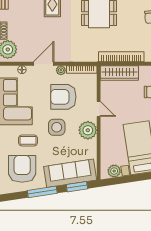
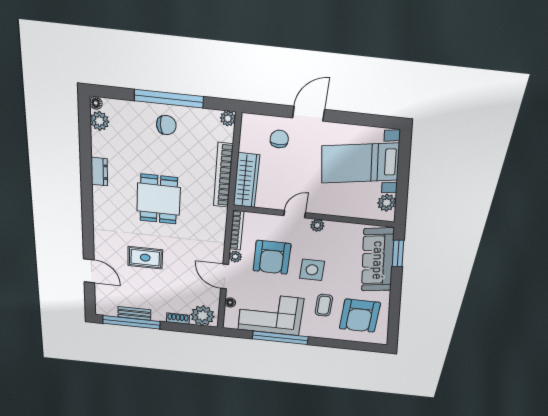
plant: (88, 130) -> (317, 225), width x0.53, depth x0.53
armchair: (22, 169) -> (360, 316), turned -90
window: (42, 192) -> (395, 296), removed

